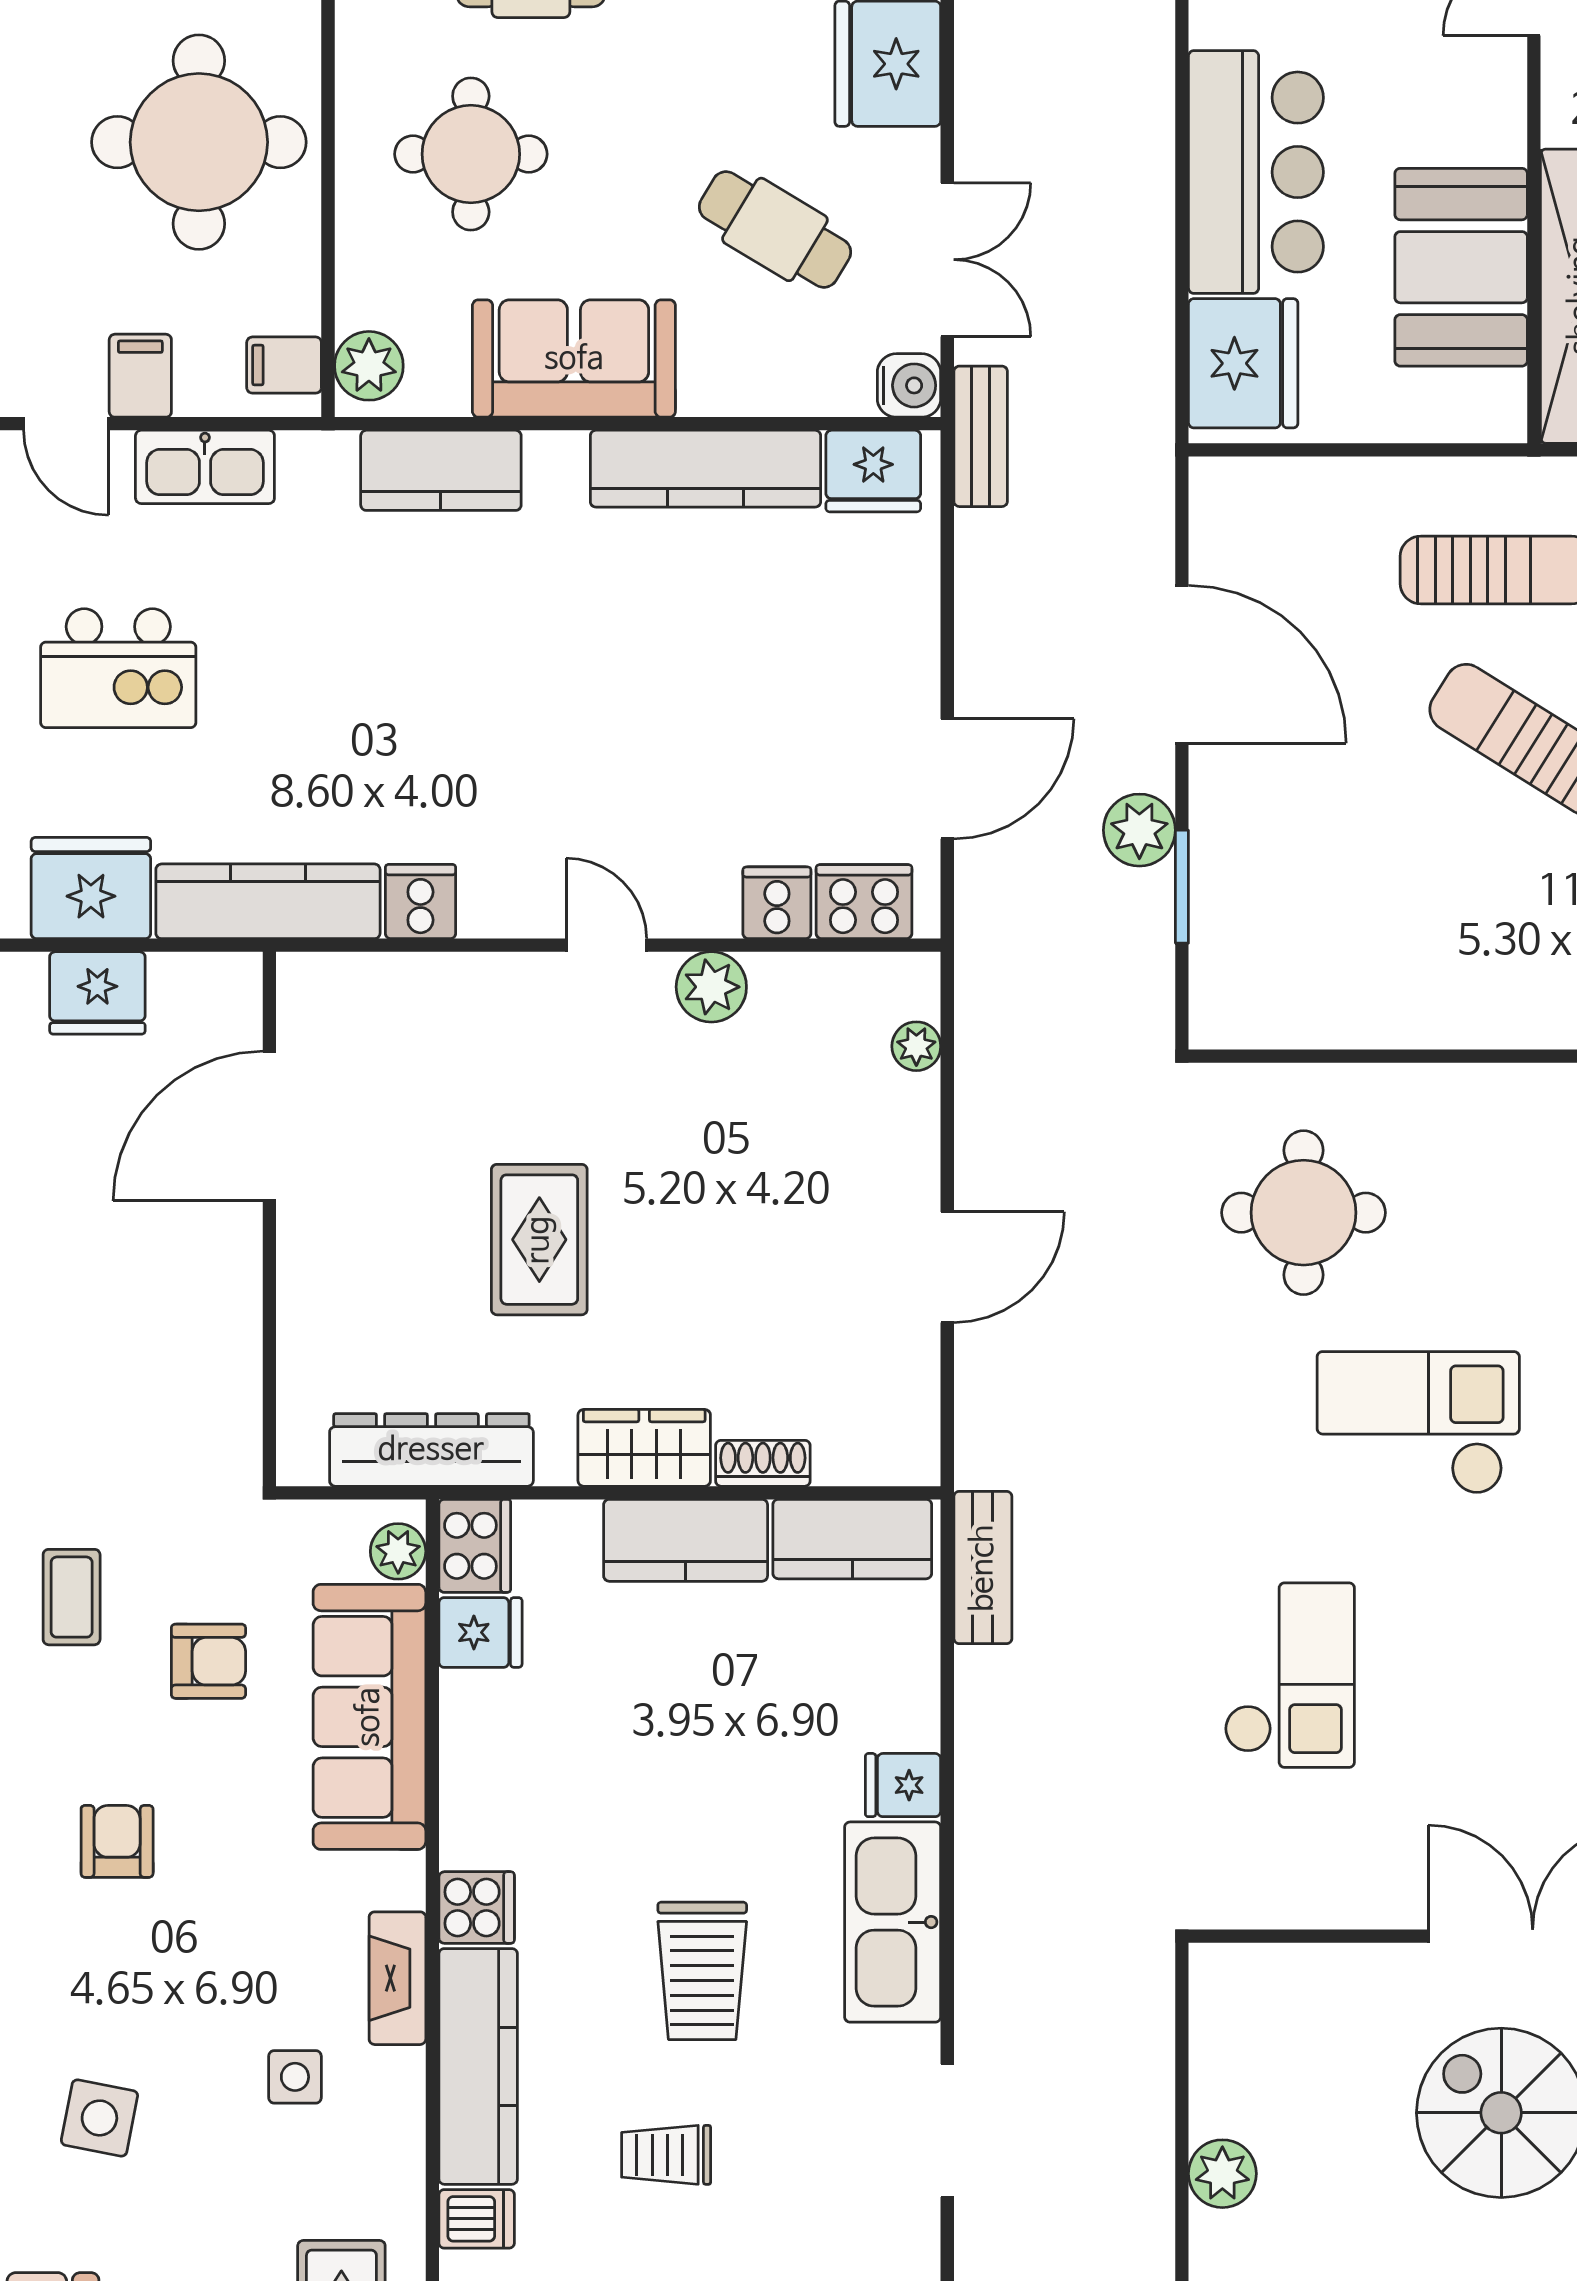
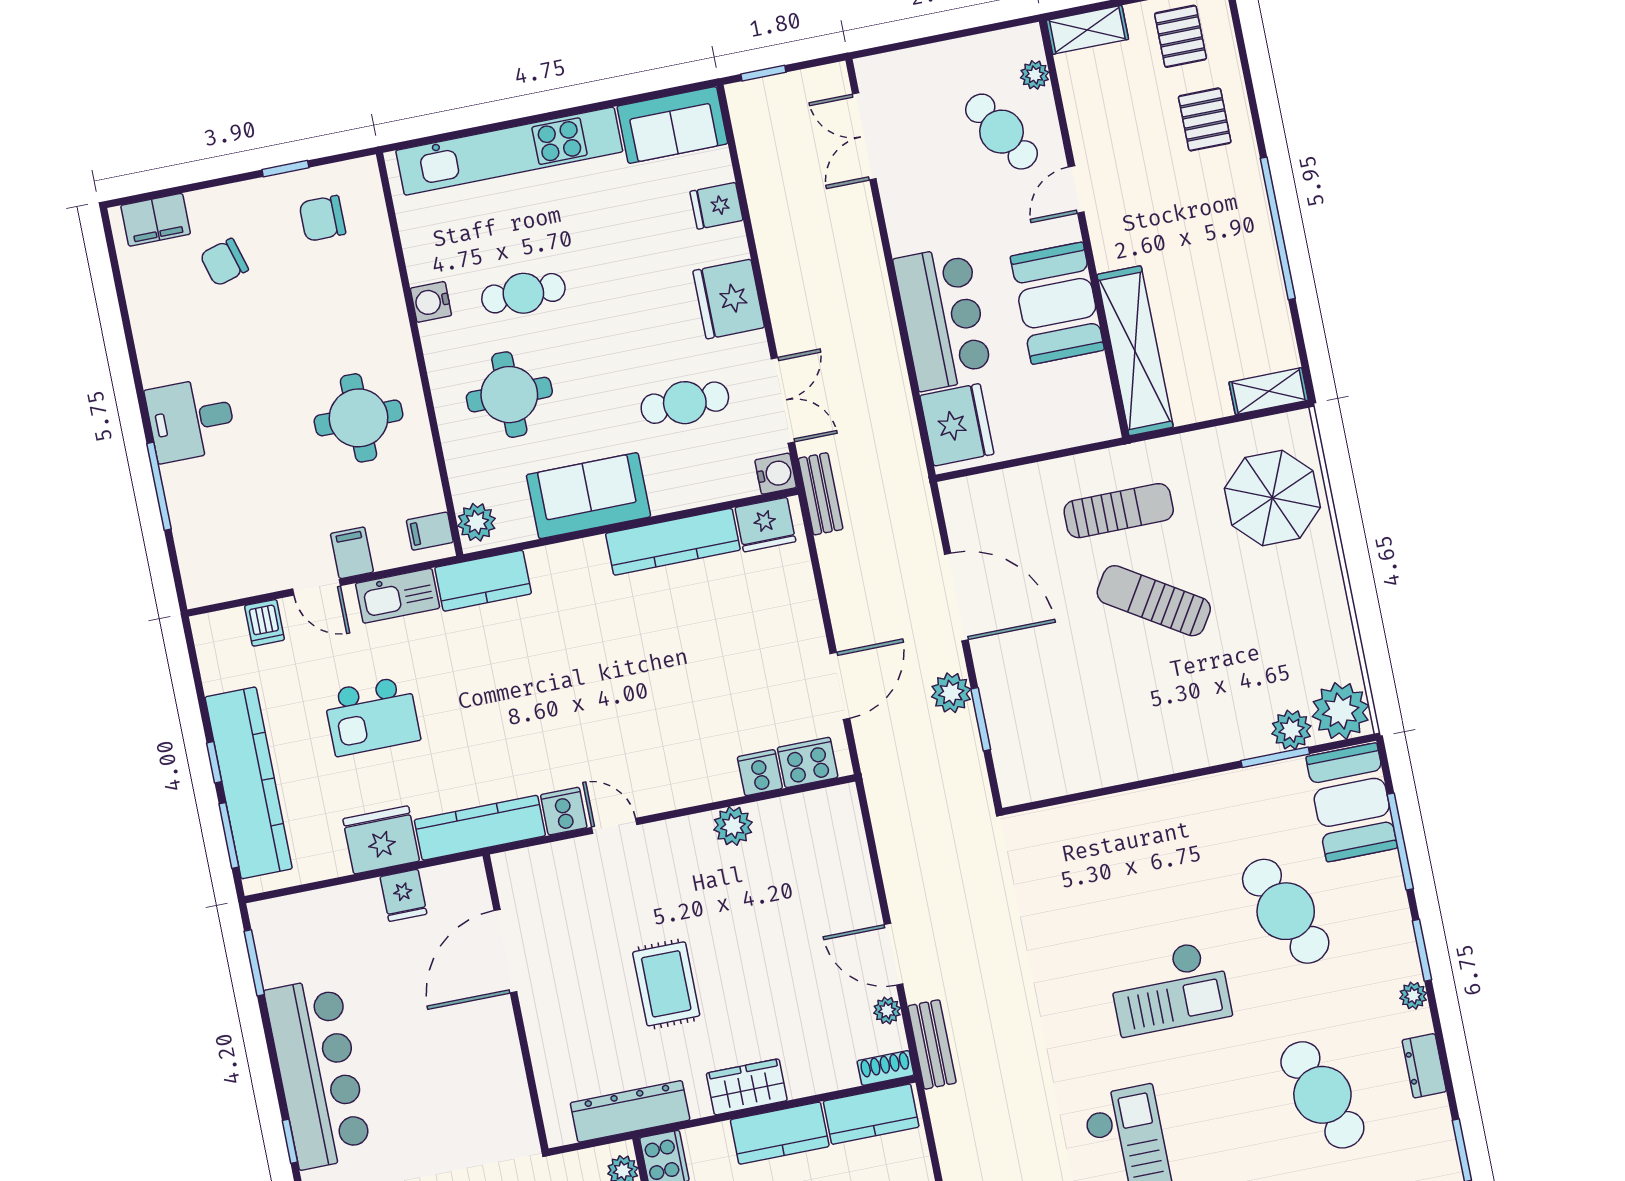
round table: (199, 142) -> (359, 418), width x0.73, depth x0.73
cafe table: (775, 229) -> (685, 403), turned -31
booth: (1461, 267) -> (1057, 303), moved
kitchen counter: (441, 470) -> (483, 581), moved
door: (606, 945) -> (614, 826), moved
fridge: (97, 993) -> (403, 895), width x0.72
plant: (916, 1046) -> (887, 1010), moved
round table: (1304, 1213) -> (1083, 885), removed
door: (947, 1267) -> (894, 954), swing flipped
checkout: (1418, 1423) -> (1170, 988), turned 180
shoe rack: (763, 1463) -> (885, 1068), moved
bench: (983, 1568) -> (932, 1044), moved

